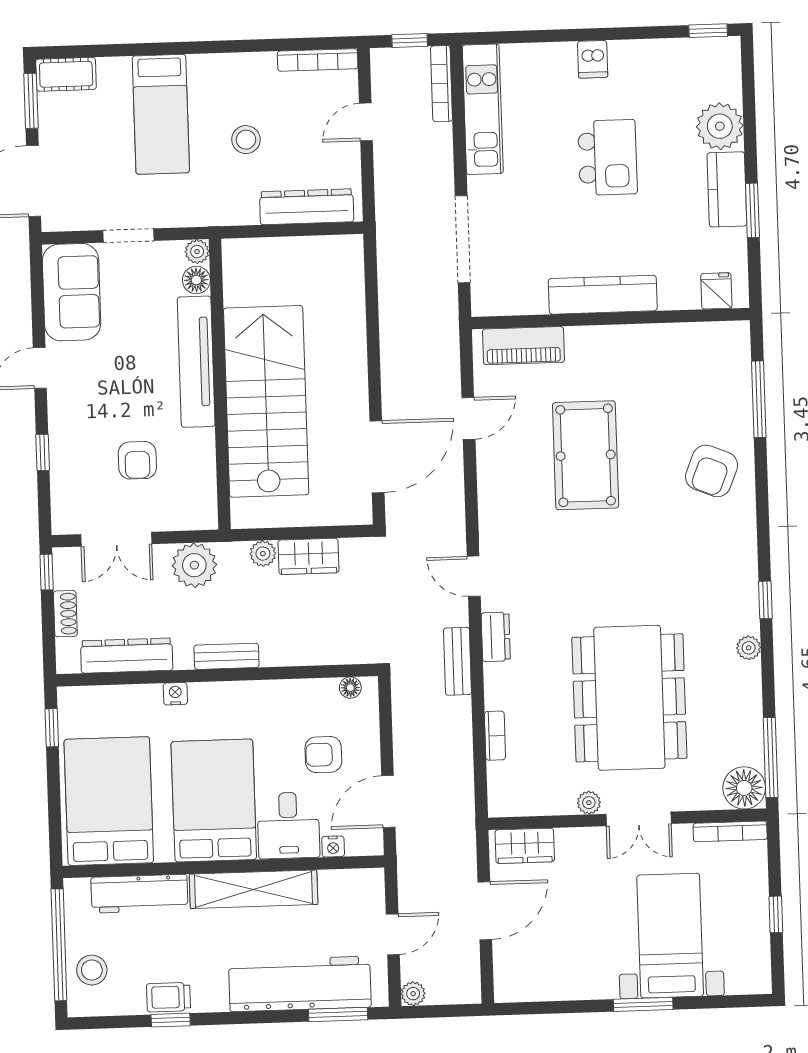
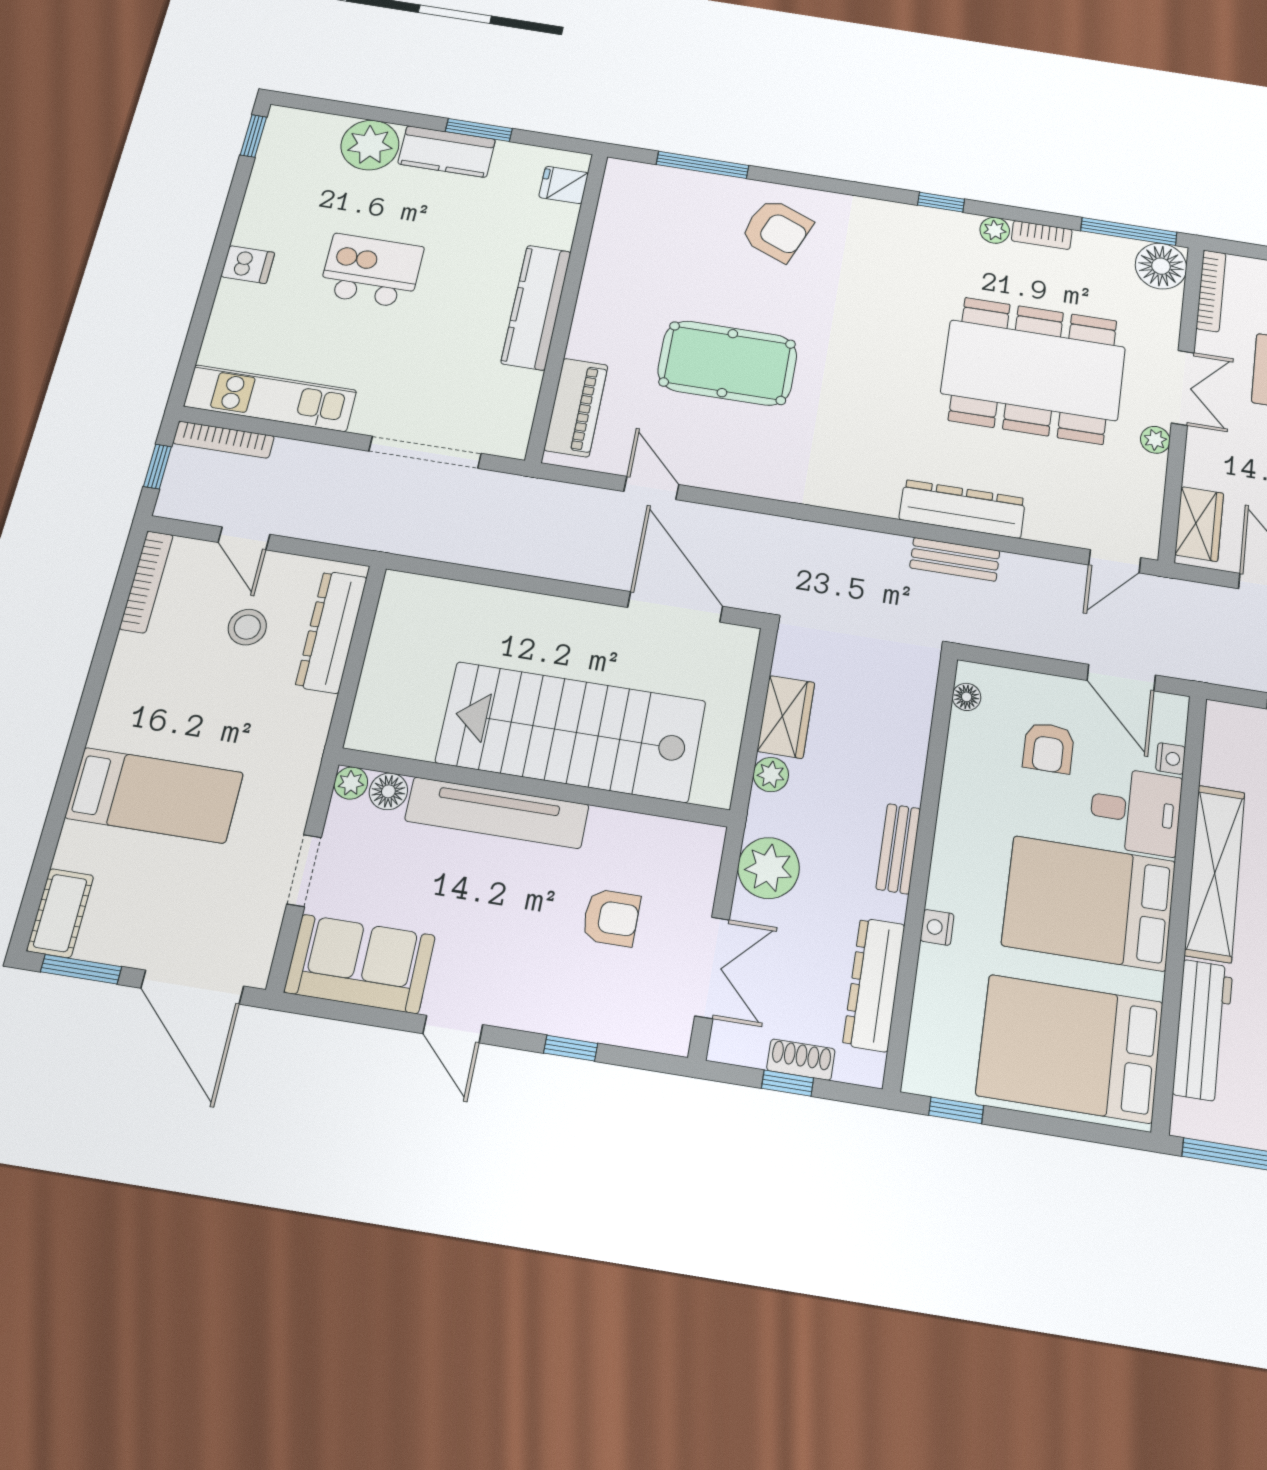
stool: (246, 140) -> (247, 627), moved
window: (47, 572) -> (788, 1083), moved
door: (474, 576) -> (1115, 561), moved
dresser: (496, 637) -> (962, 509), width x1.96, depth x1.24
bookcase: (495, 736) -> (1042, 235), moved, turned 180

